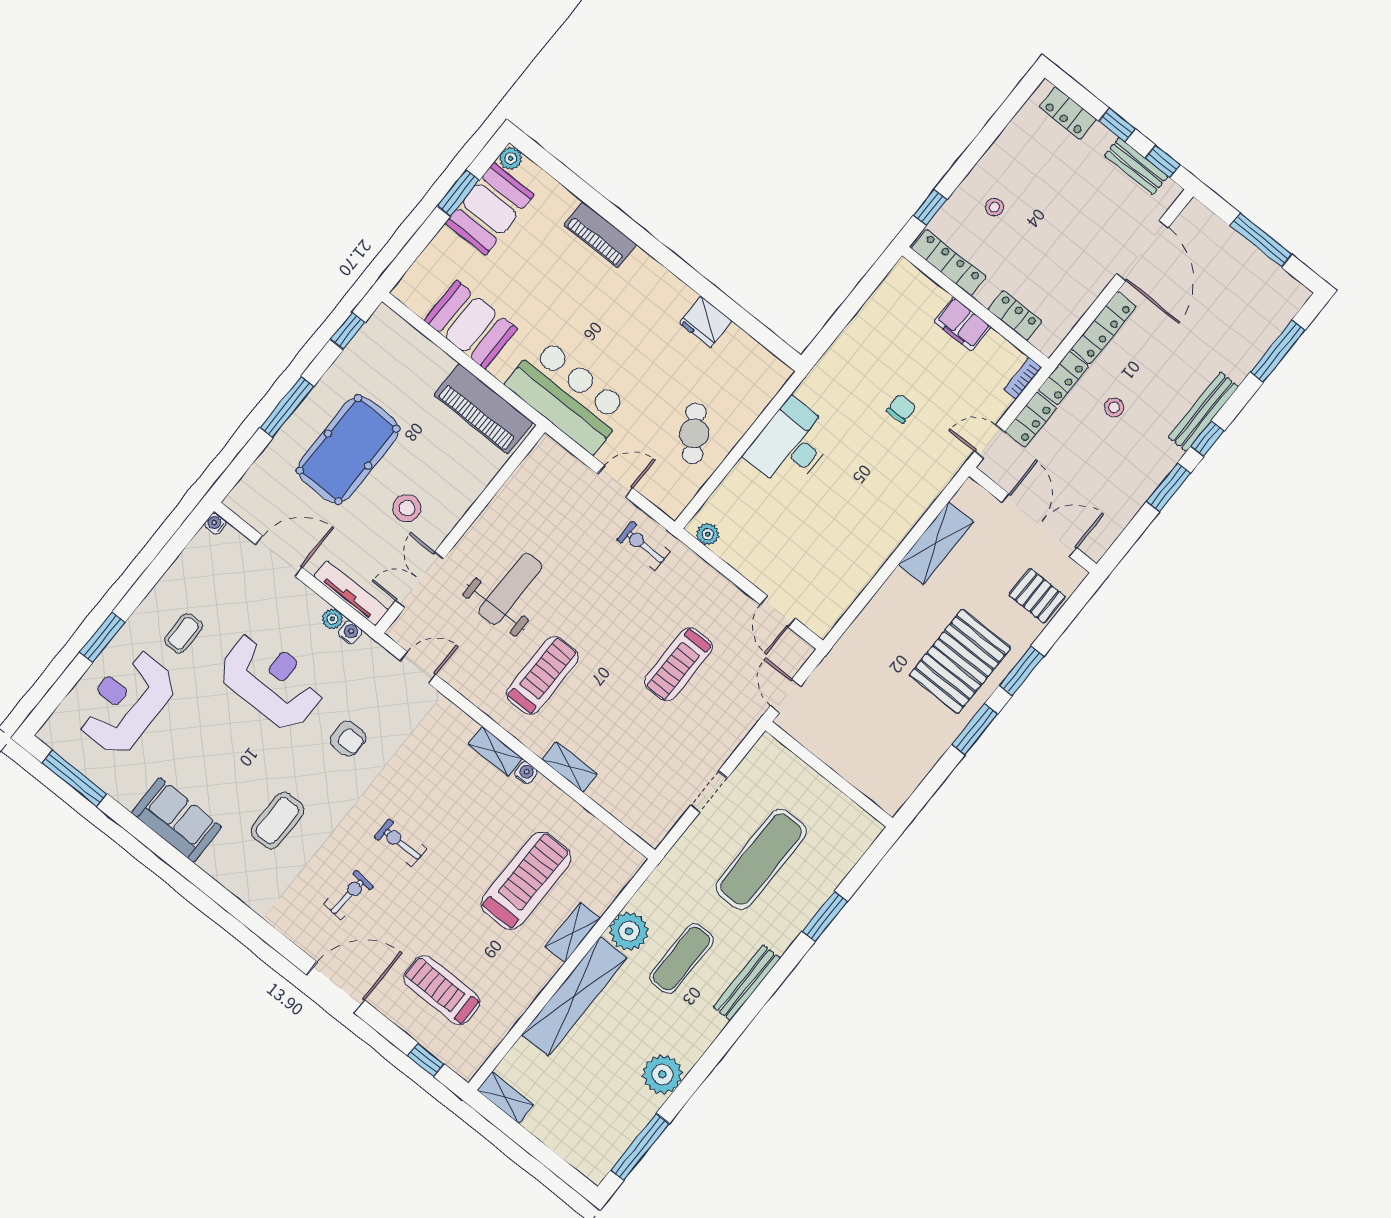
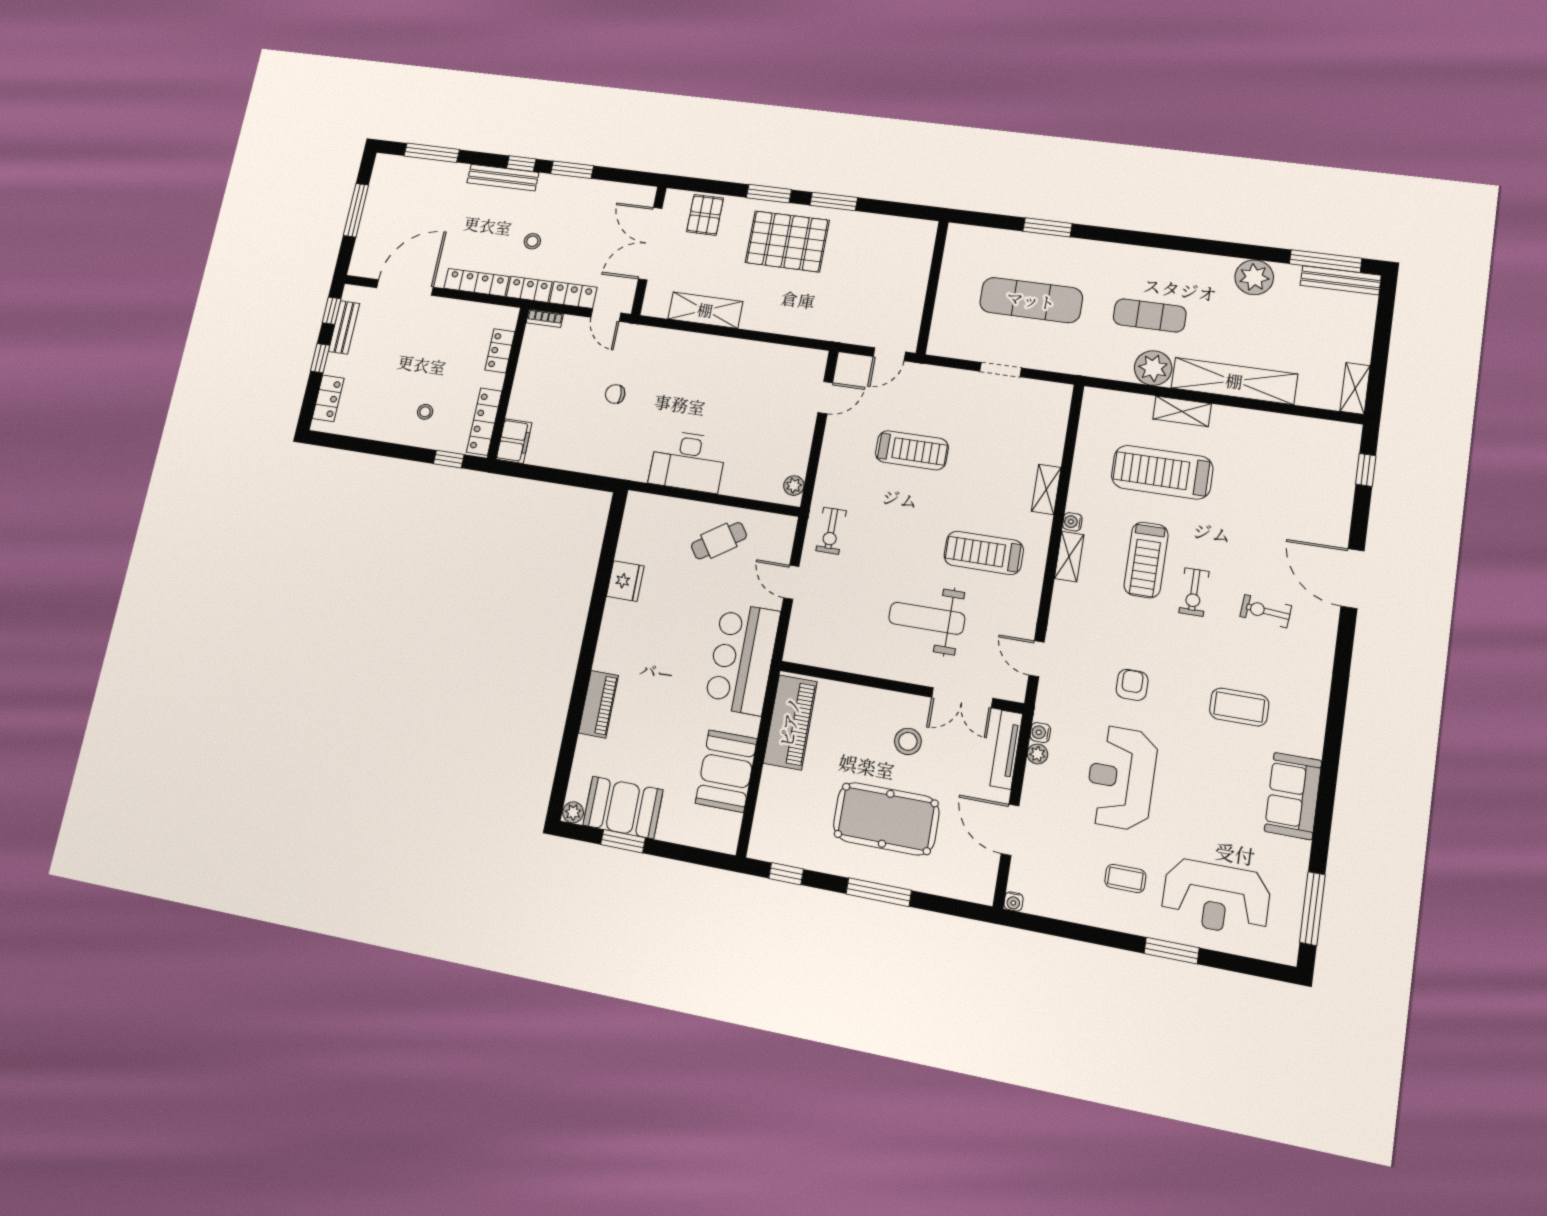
filing cabinet: (962, 324) -> (514, 441), moved
bench: (747, 983) -> (1341, 280), moved
treadmill: (442, 990) -> (1146, 560), moved

